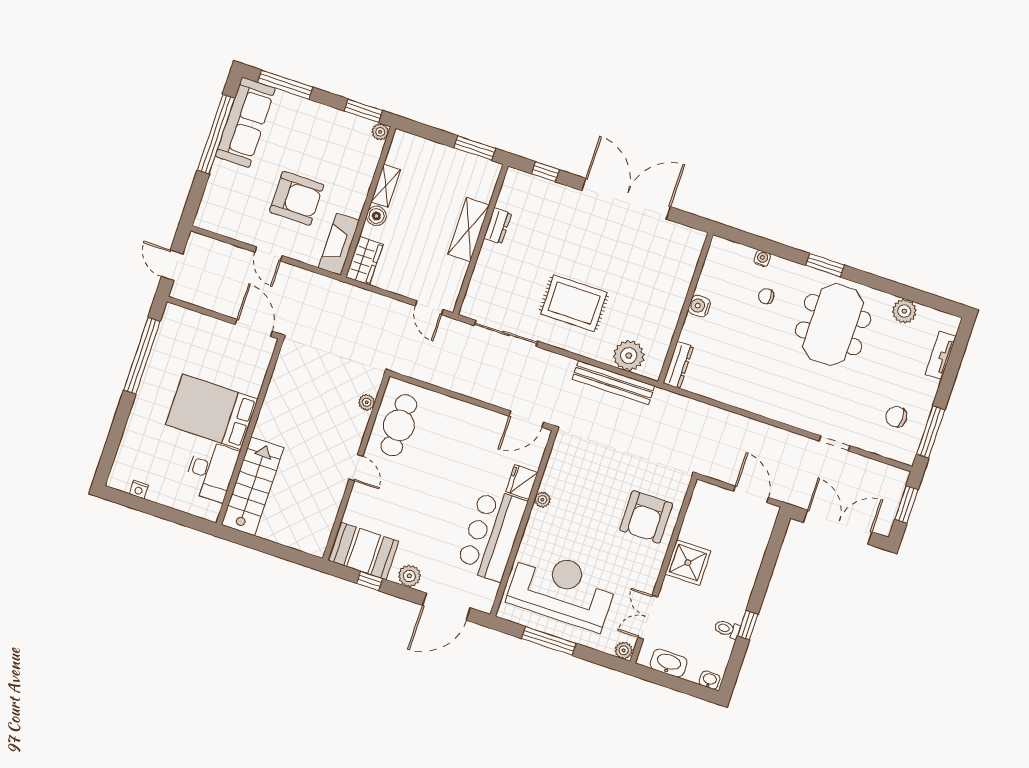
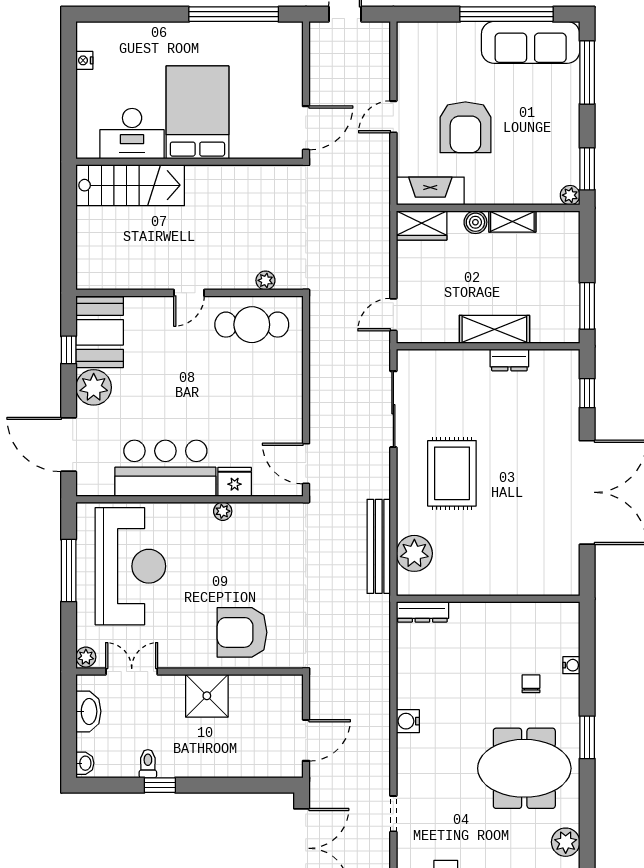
water cooler: (699, 306) -> (408, 721), moved, turned -90
plant: (409, 576) -> (94, 387), width x1.36, depth x1.36

